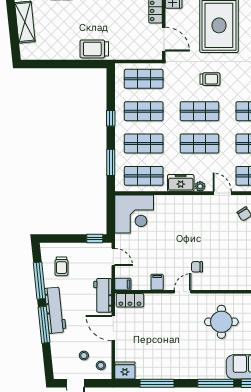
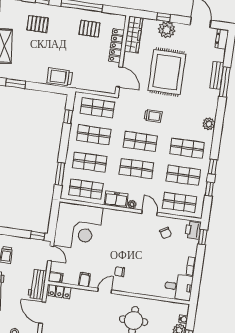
window: (44, 64) -> (16, 84), added
window: (111, 118) -> (68, 117), moved
corner desk: (134, 214) -> (78, 226), width x1.36, depth x1.36

